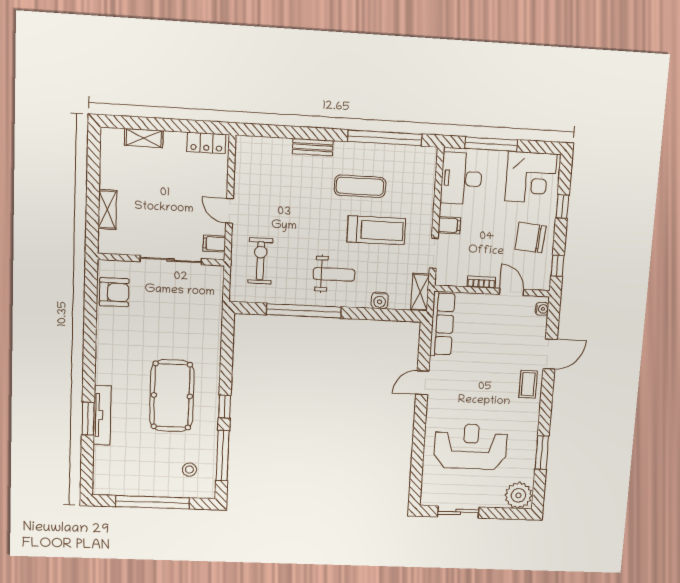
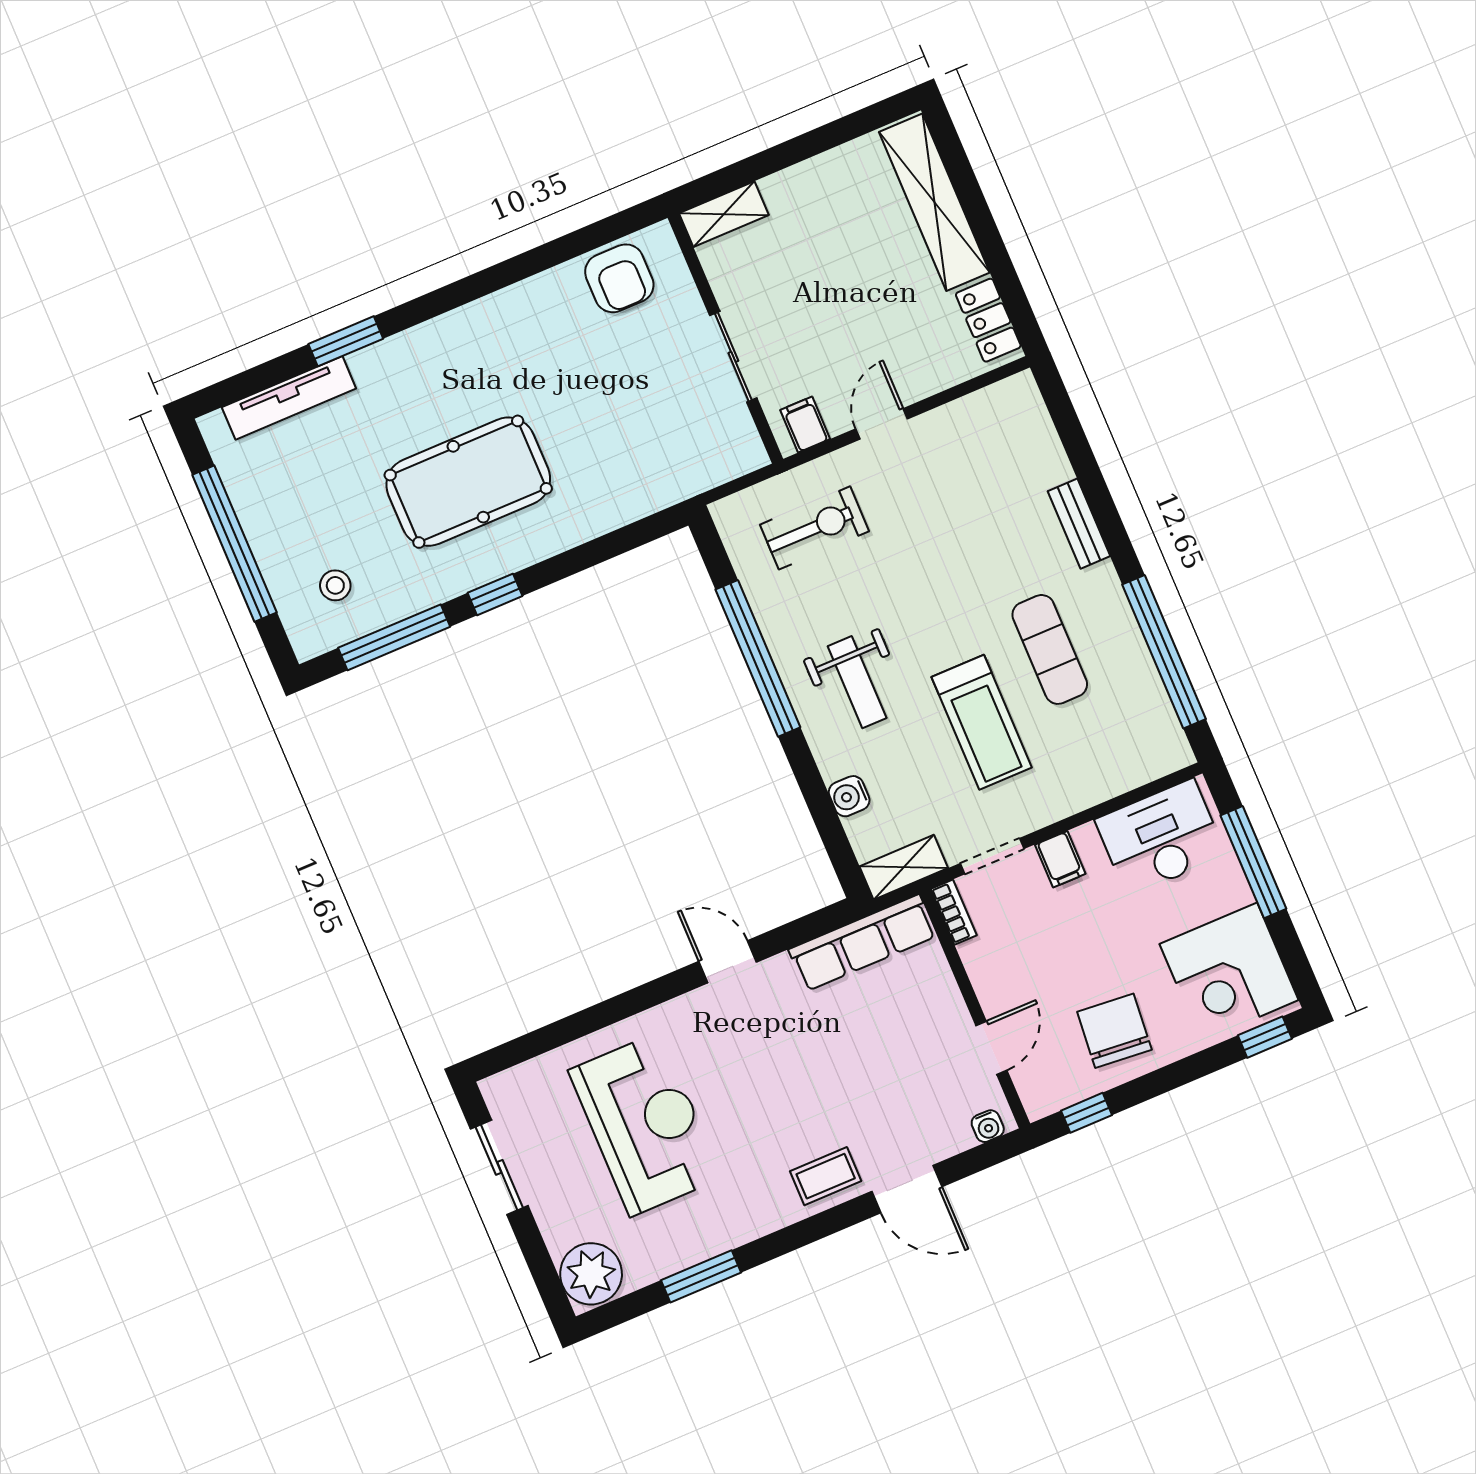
shelving: (144, 138) -> (934, 202), width x2.20, depth x1.33
window: (562, 206) -> (1265, 1037), moved
shelving: (107, 210) -> (724, 214), moved
sliding door: (171, 260) -> (733, 357), width x0.73
bookcase: (481, 282) -> (954, 912), moved
tv unit: (102, 415) -> (289, 398), moved

